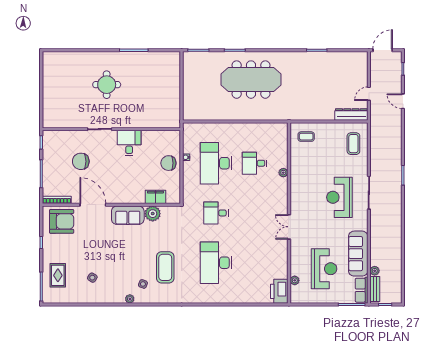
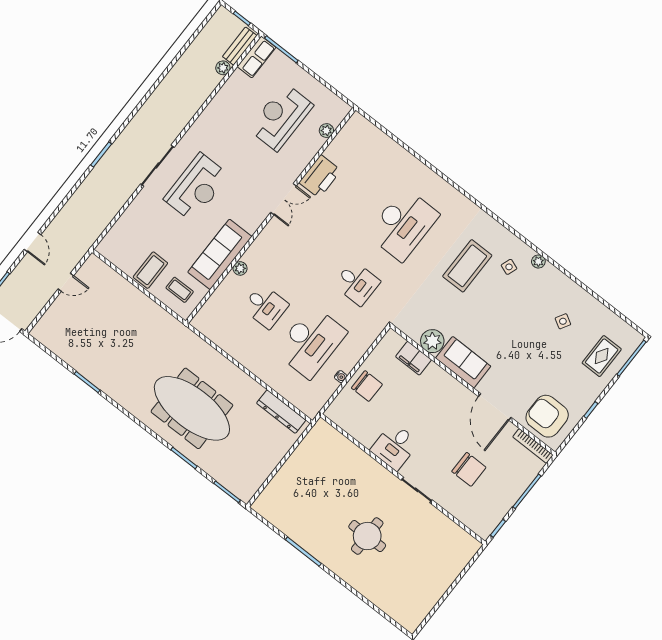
dresser: (351, 114) -> (281, 412), moved
coffee table: (353, 144) -> (150, 270), moved
sofa: (358, 254) -> (220, 254), moved, turned 180
printer: (279, 291) -> (320, 176), moved

